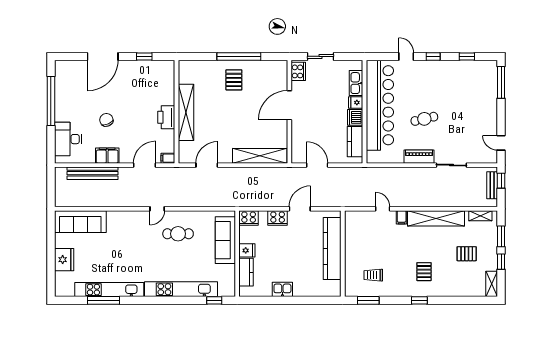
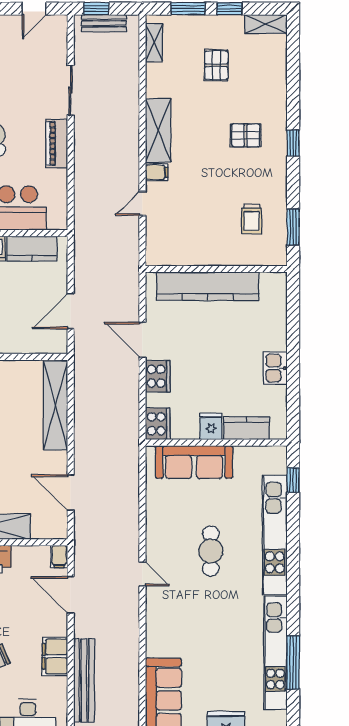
shelving: (436, 218) -> (158, 130), width x0.68
cafe table: (178, 234) -> (211, 551), moved

